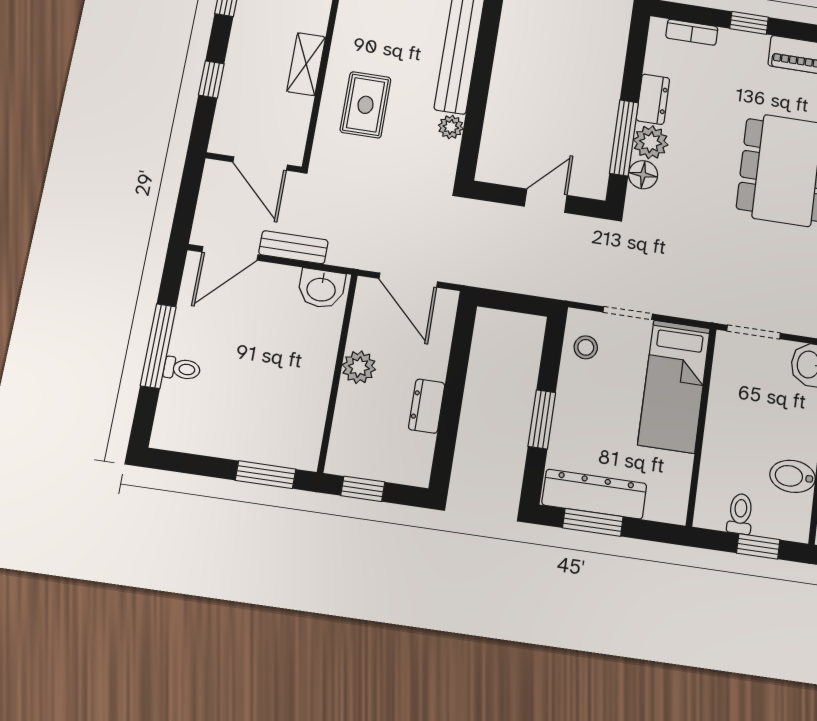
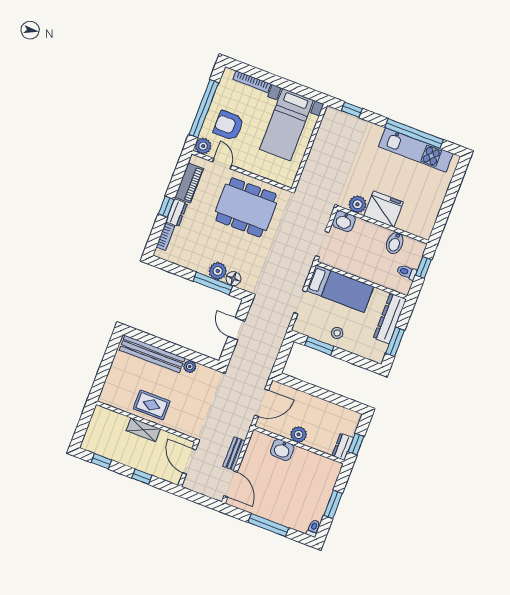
dresser: (653, 99) -> (177, 213), moved, turned 90
rug: (366, 105) -> (152, 405), moved
door: (260, 163) -> (189, 461), swing flipped
washbasin: (321, 289) -> (282, 450), moved, turned 90
stool: (586, 347) -> (337, 333), moved
toilet: (182, 369) -> (313, 528), moved
dresser: (427, 406) -> (343, 447), moved, turned 90
window: (542, 419) -> (319, 346), moved
window: (266, 475) -> (333, 504), moved
dresser: (594, 494) -> (390, 319), moved

